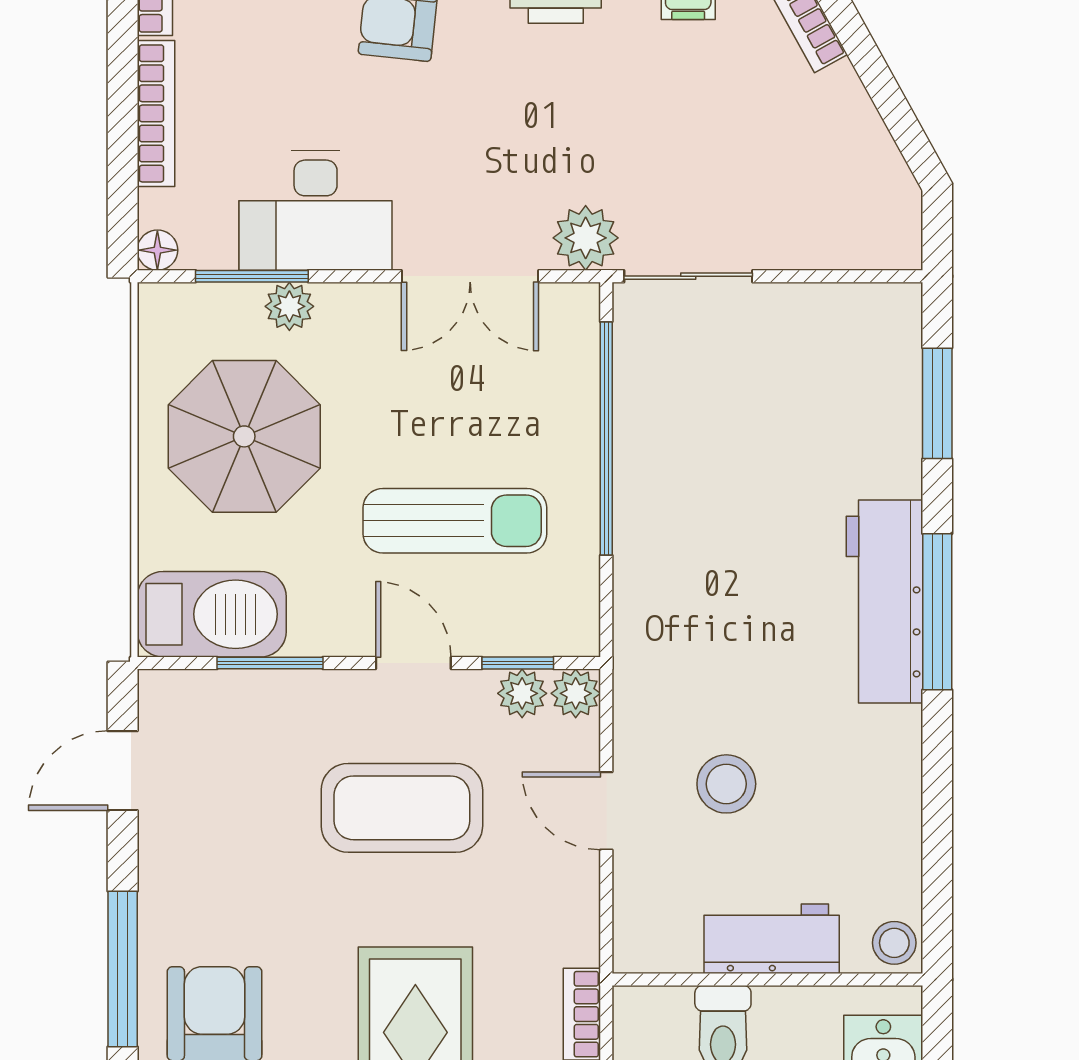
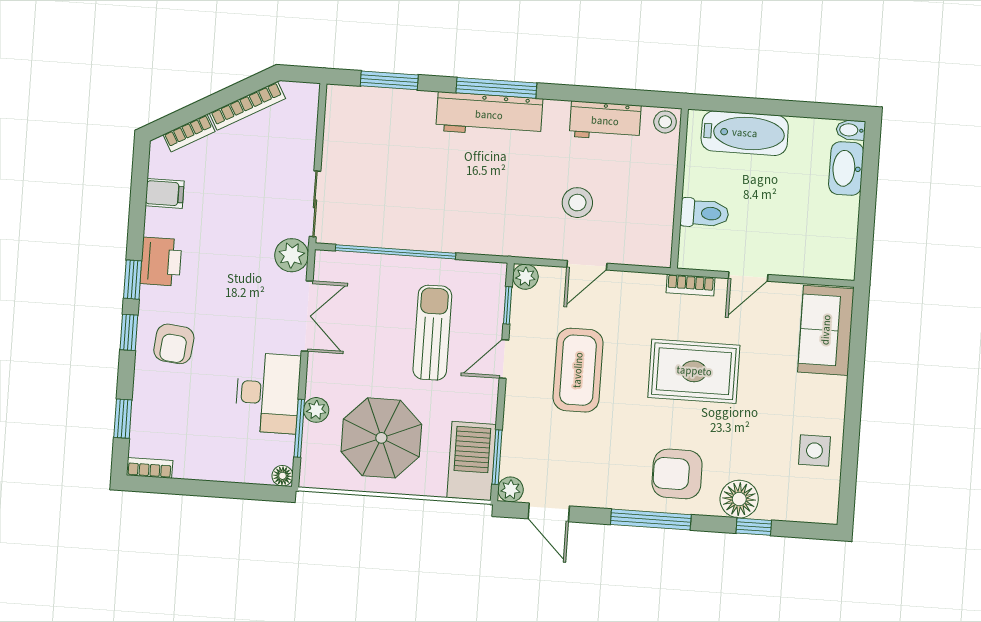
bookcase: (156, 113) -> (247, 106), moved, turned 151
window: (270, 663) -> (497, 457), moved
plant: (522, 693) -> (511, 489), moved
workbench: (772, 939) -> (605, 121), moved, turned -90

